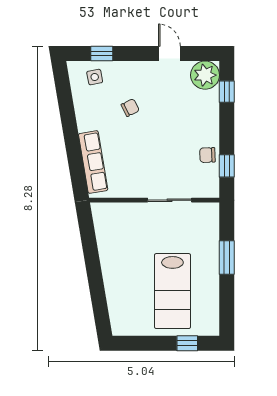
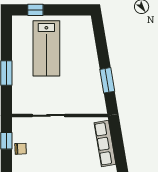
window: (90, 248) -> (107, 80), added
lab bench: (172, 291) -> (46, 48), turned 180

